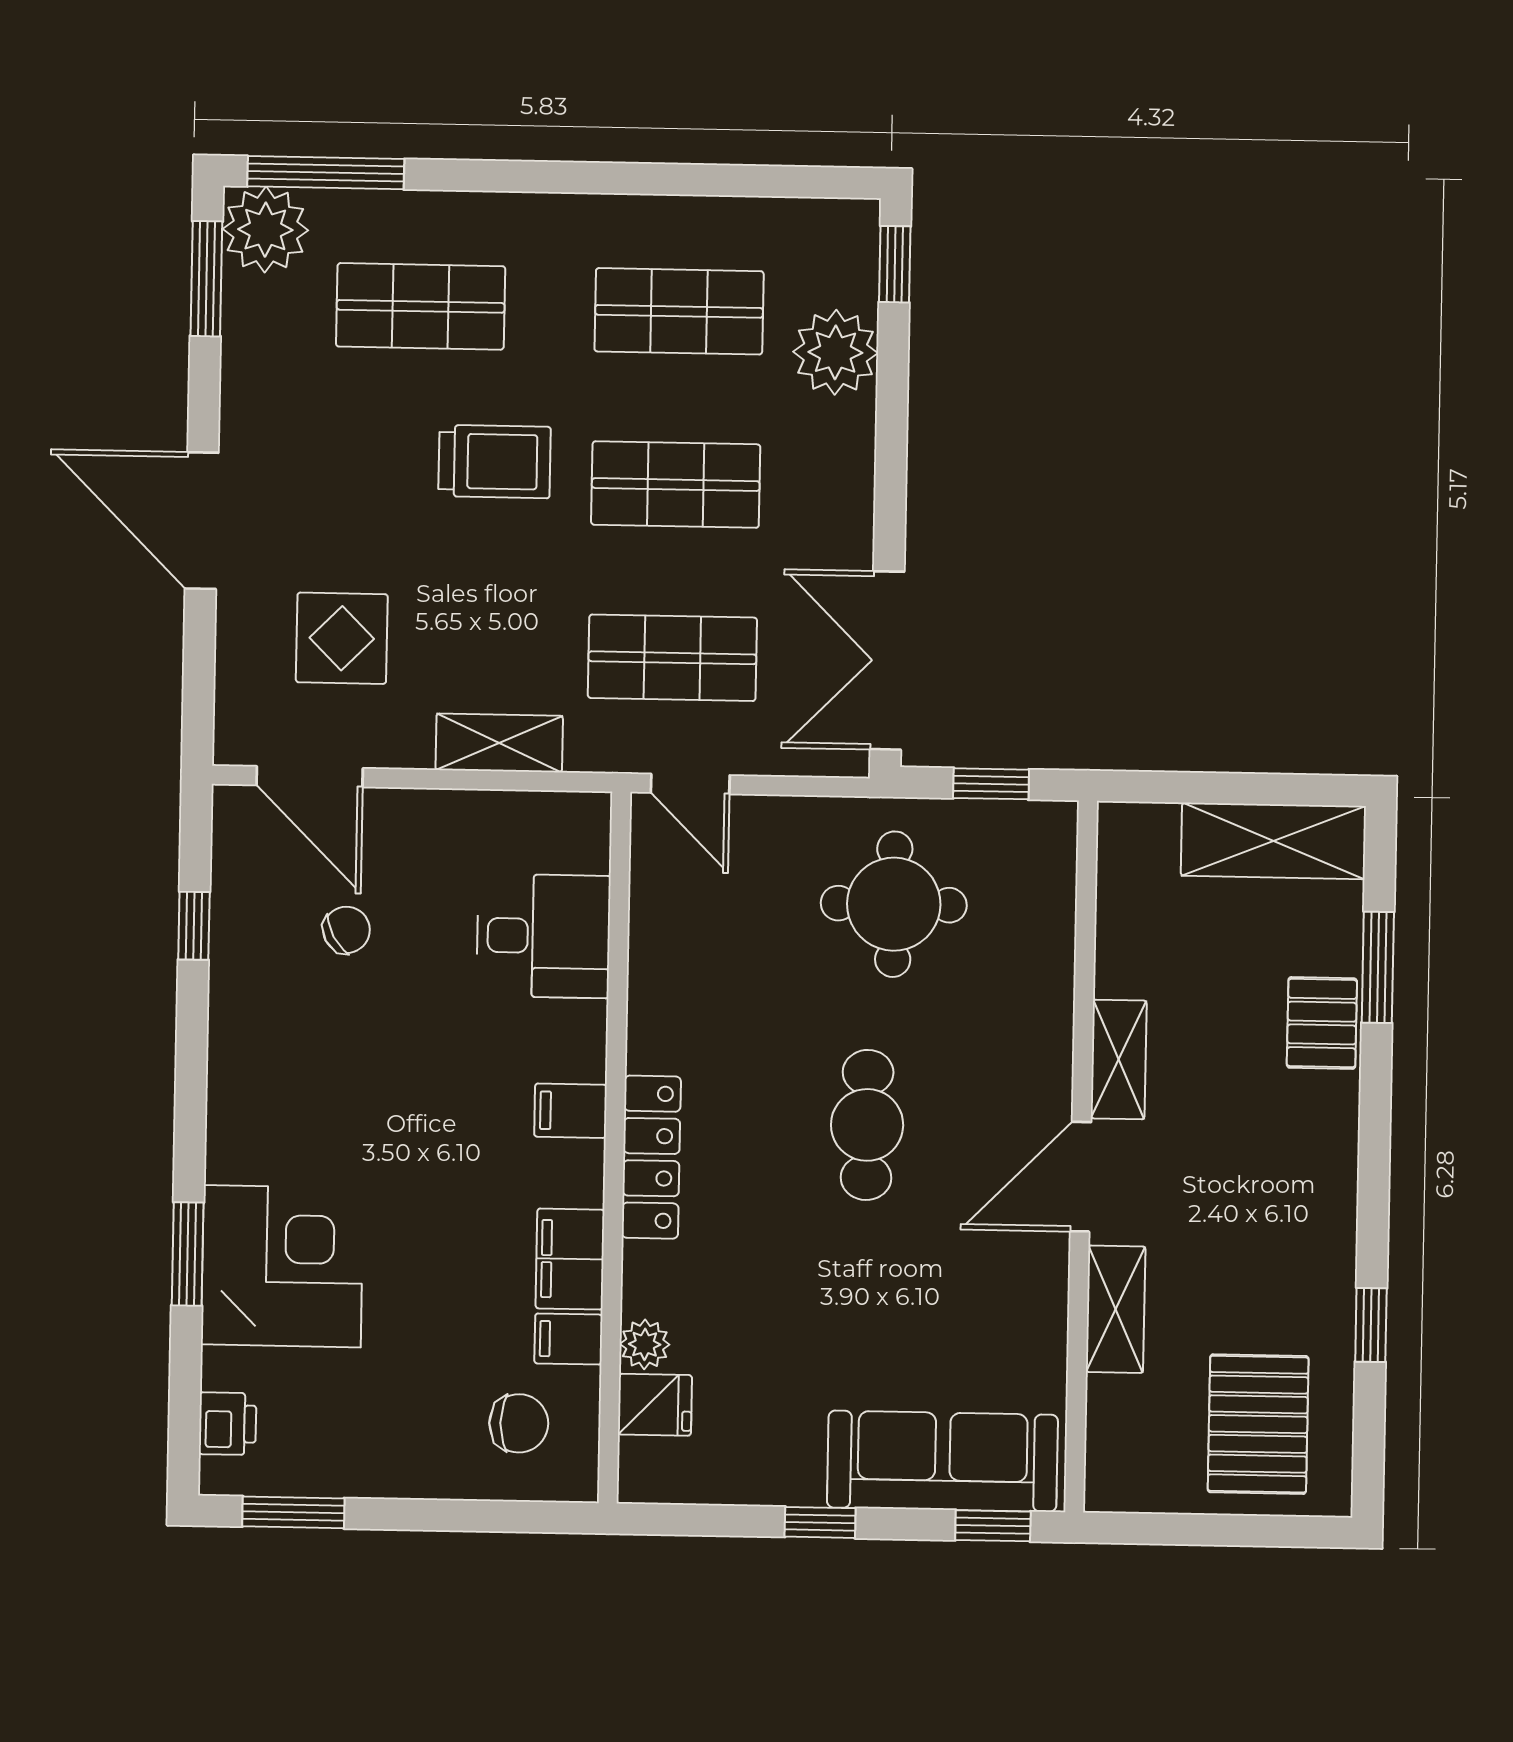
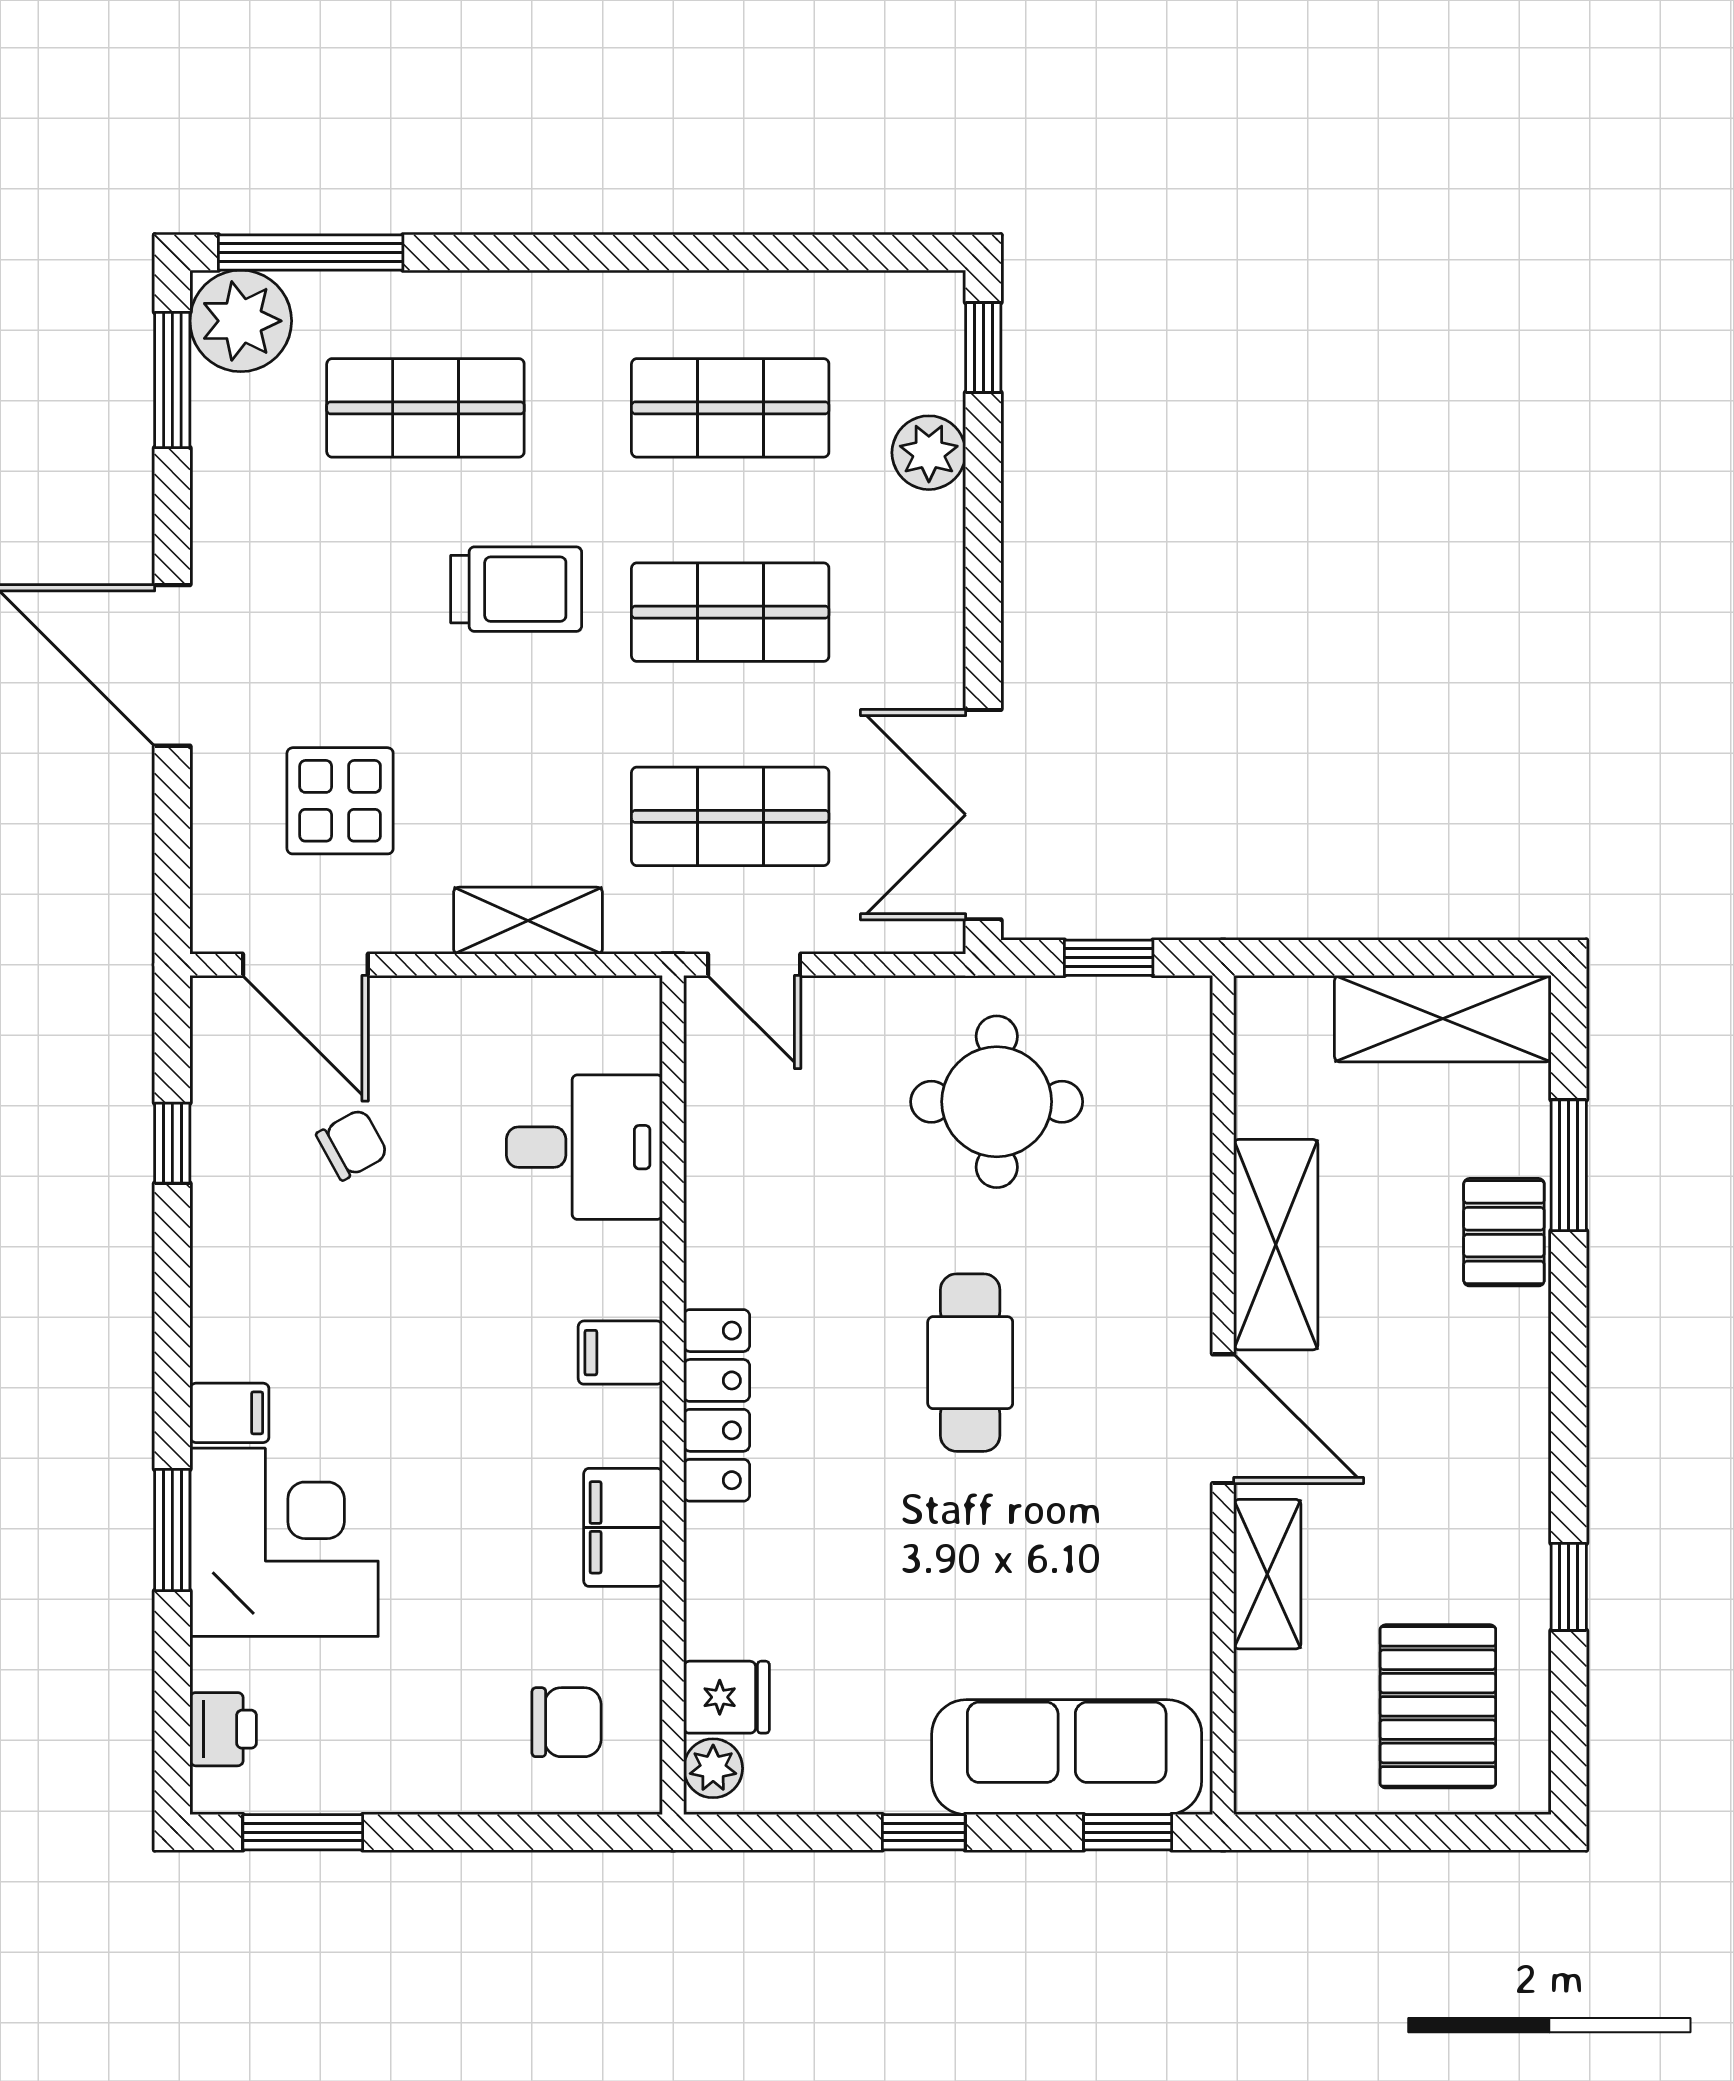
plant: (835, 352) -> (929, 453), width x0.73, depth x0.73
shelving: (1119, 1059) -> (1276, 1245), width x1.50, depth x1.33
door: (1081, 1177) -> (1223, 1419), swing flipped
filing cabinet: (568, 1339) -> (229, 1413), moved, turned 180
plant: (645, 1344) -> (713, 1768), moved

